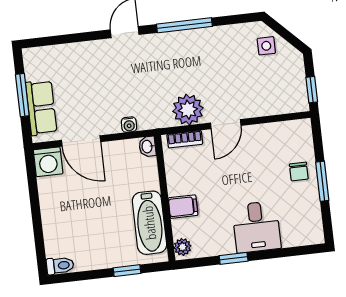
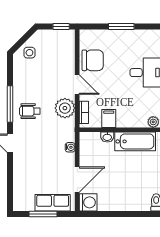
wheelchair: (177, 57) -> (30, 111), added
washbasin: (147, 147) -> (107, 137), moved
chair: (299, 172) -> (93, 60), moved, width x1.87, depth x1.87
filing cabinet: (183, 207) -> (109, 118), moved

